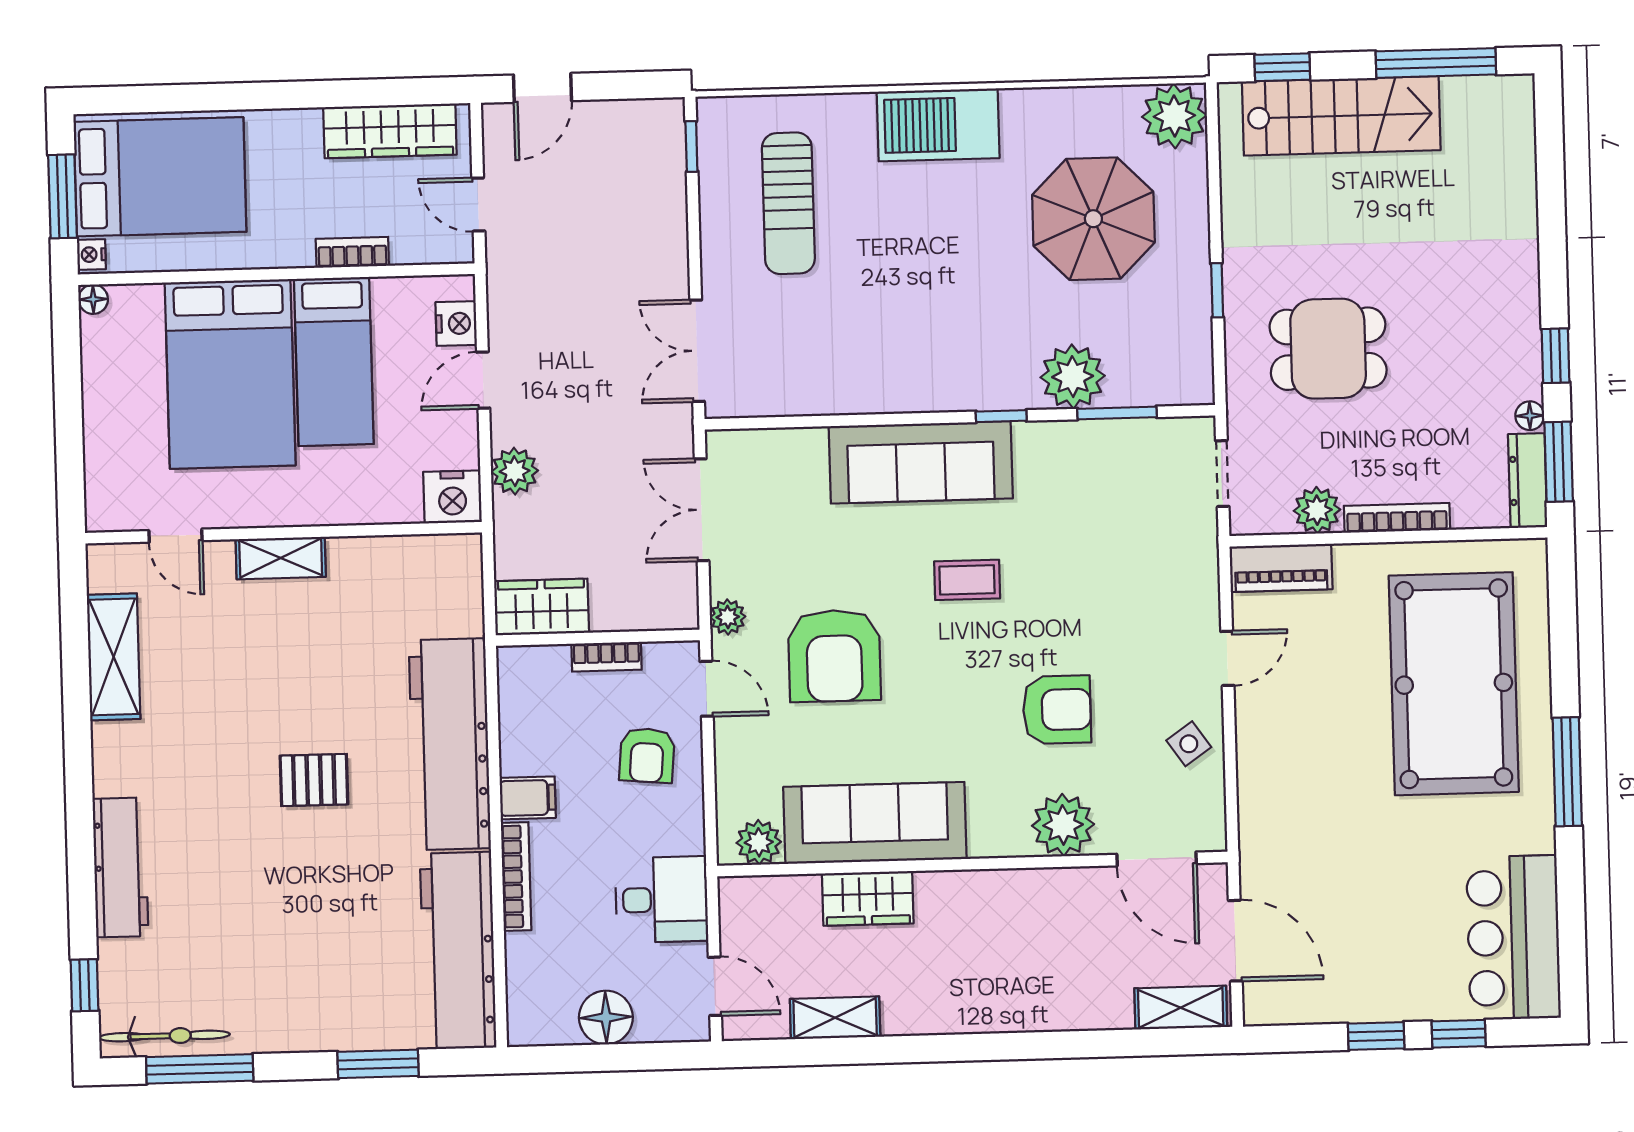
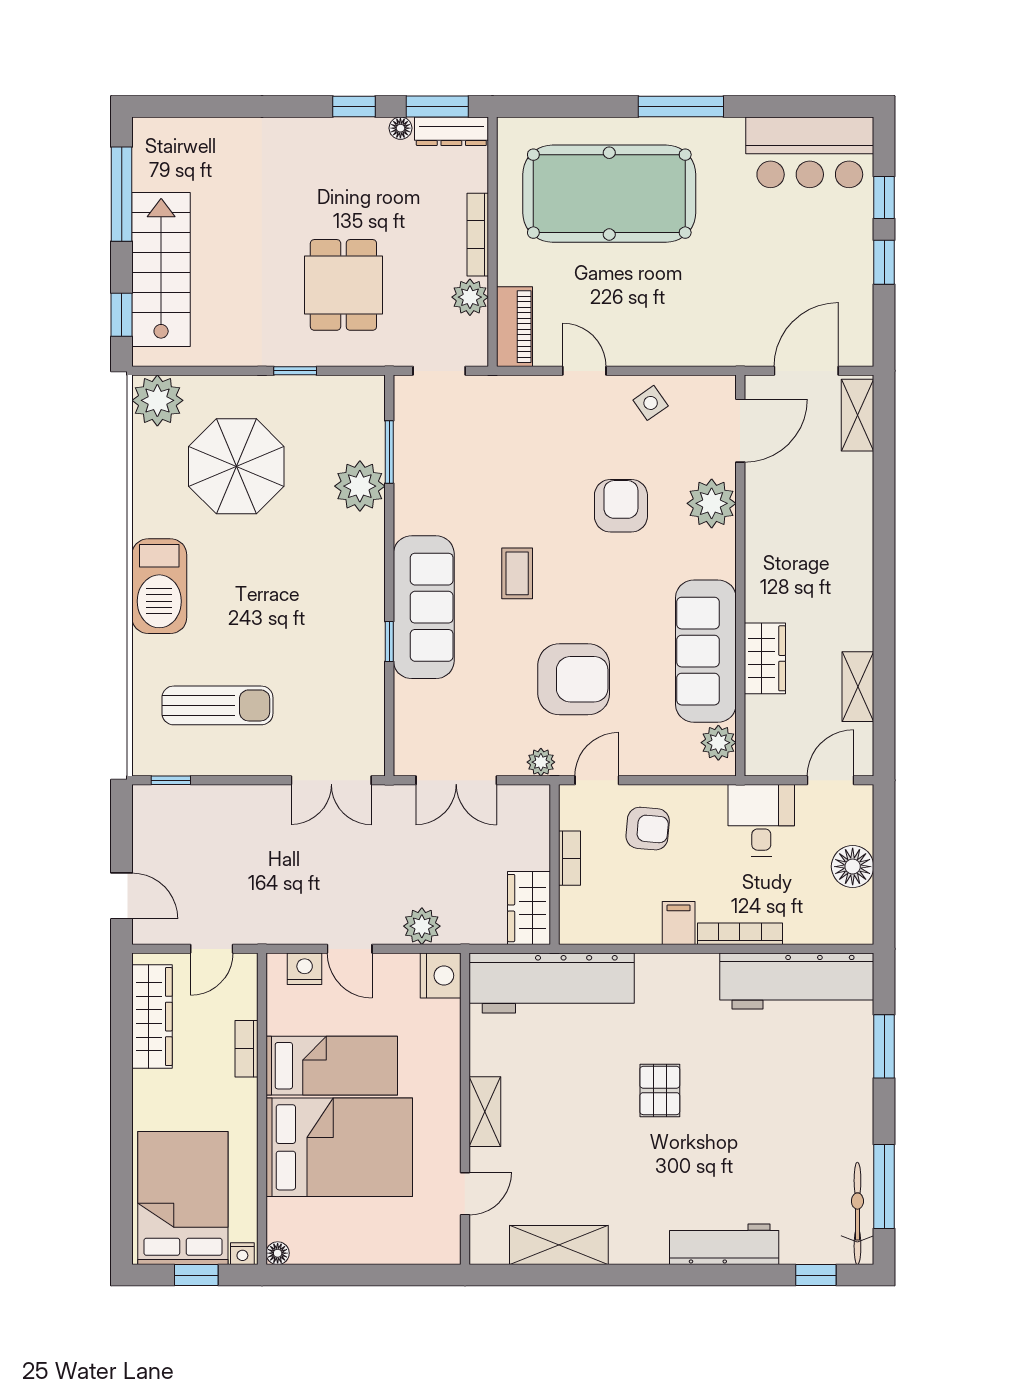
window: (62, 196) -> (196, 1275), width x0.67
window: (1001, 416) -> (389, 641), moved
workbench: (450, 744) -> (552, 983), moved

